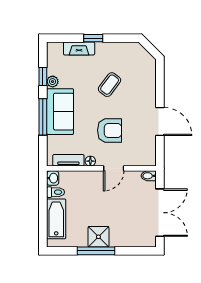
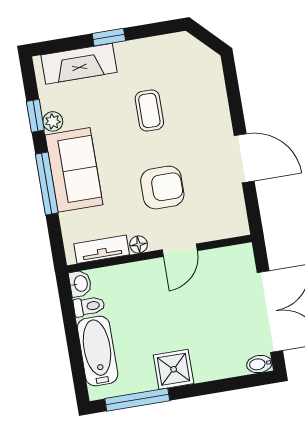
fireplace: (79, 48) -> (79, 64), width x1.37, depth x1.32
coffee table: (110, 85) -> (149, 111), turned -37
bidet: (149, 176) -> (259, 364), moved
window: (96, 251) -> (137, 400), moved

